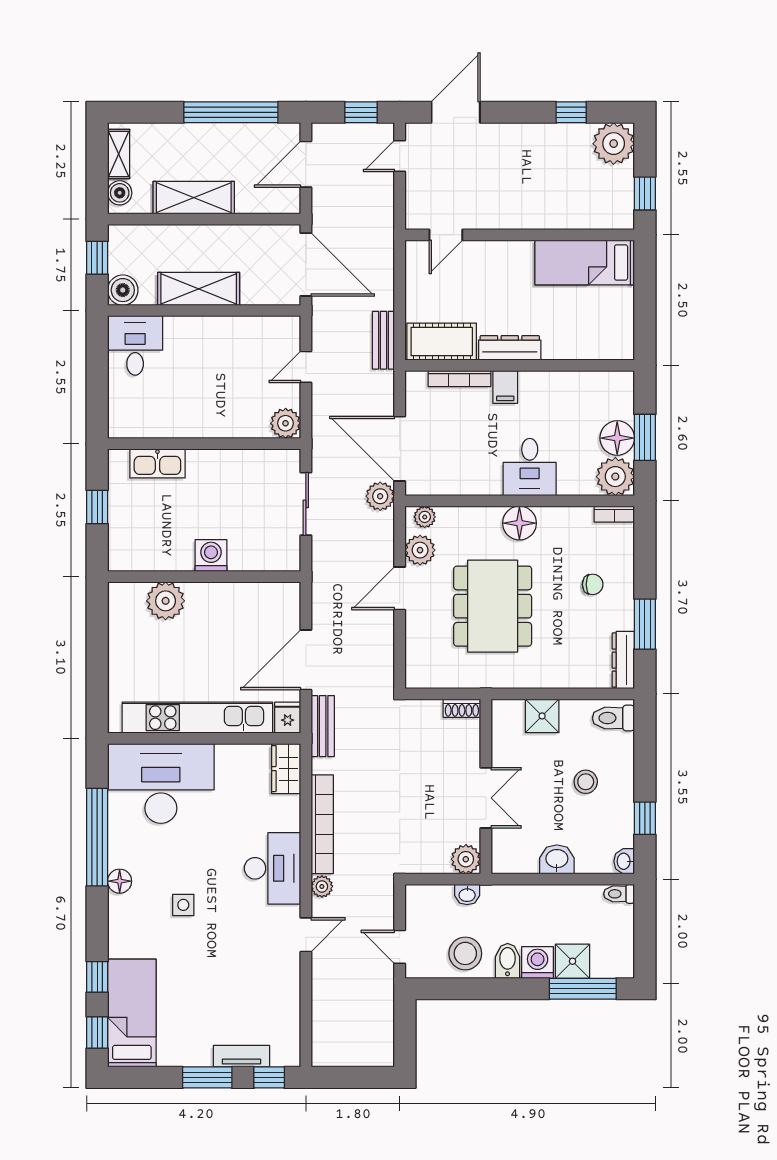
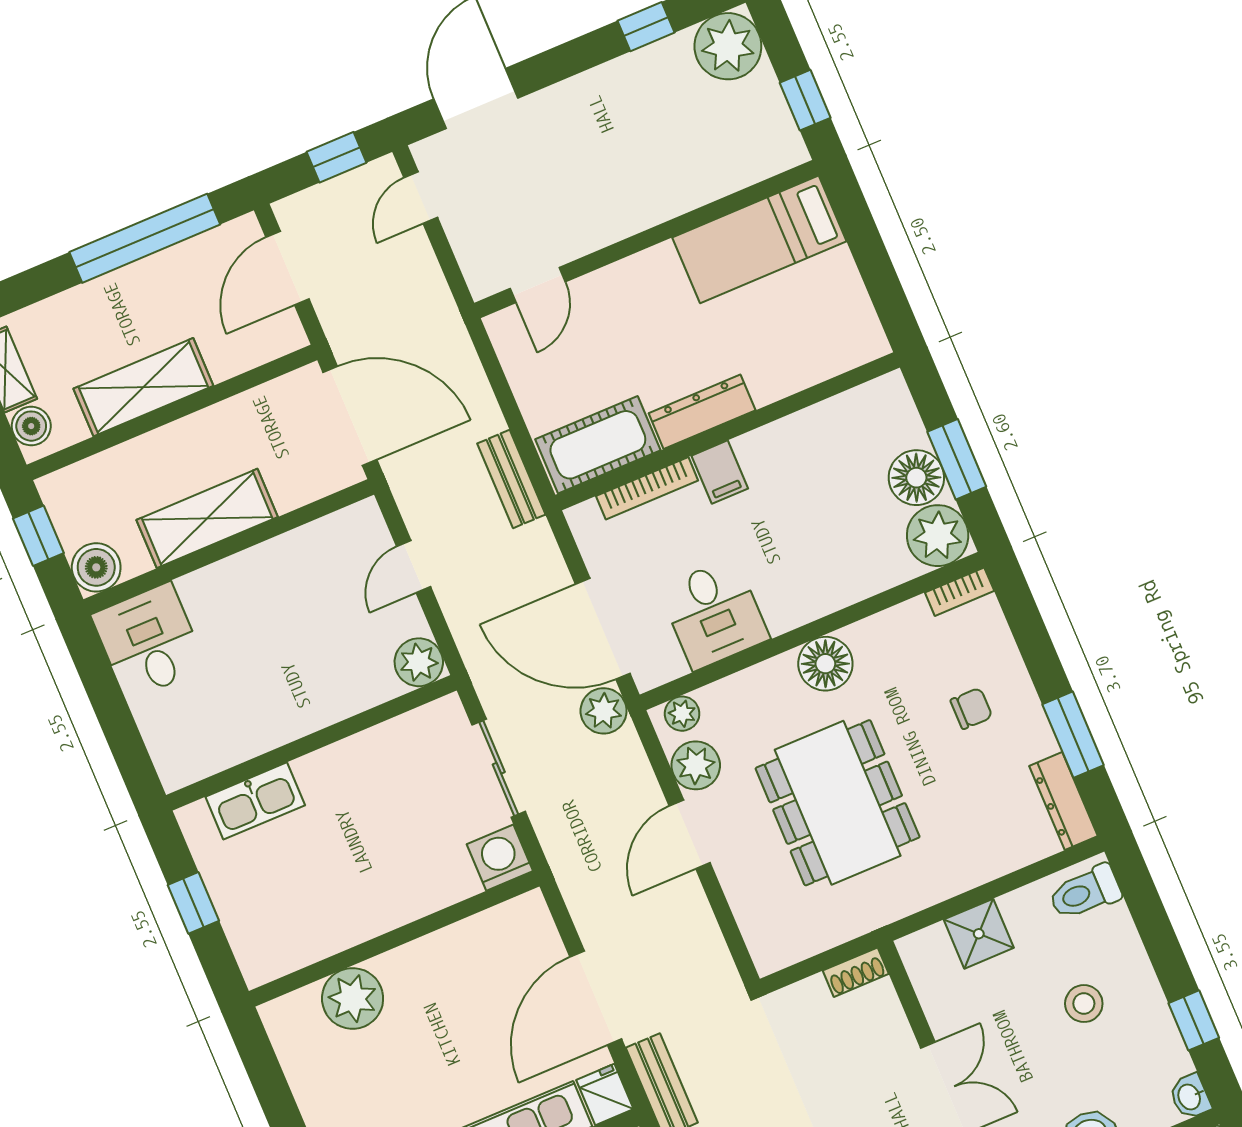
desk: (530, 467) -> (714, 614), moved
washing machine: (211, 555) -> (500, 858), moved

